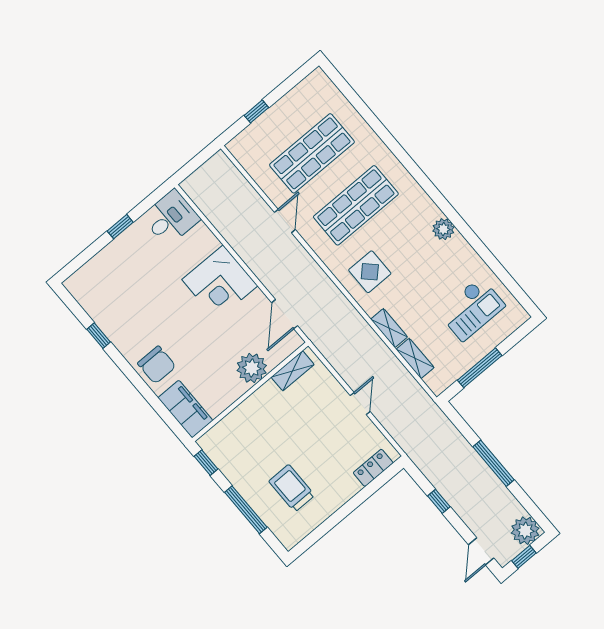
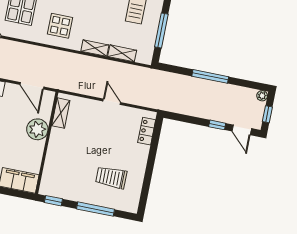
window: (439, 501) -> (217, 125), moved
plant: (525, 531) -> (262, 96), width x0.53, depth x0.53

